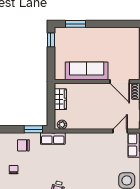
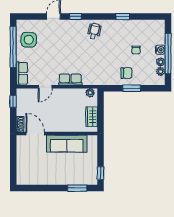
window: (33, 129) -> (132, 88), moved
door: (120, 131) -> (45, 87), moved
row of seats: (53, 138) -> (70, 80), moved

